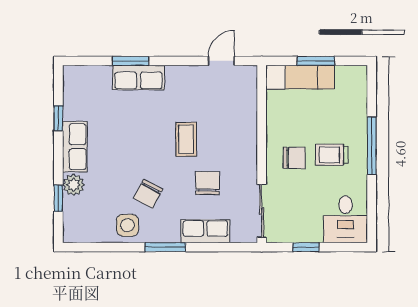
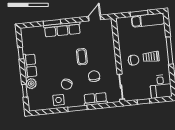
exam couch: (300, 77) -> (148, 20), moved
row of seats: (138, 78) -> (62, 29), width x1.48

